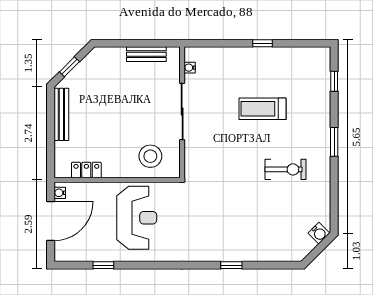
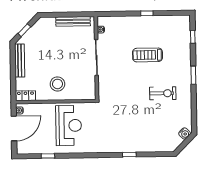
bench: (146, 54) -> (73, 21), width x1.36
stool: (150, 156) -> (57, 84), moved
locker: (86, 170) -> (25, 96), moved

